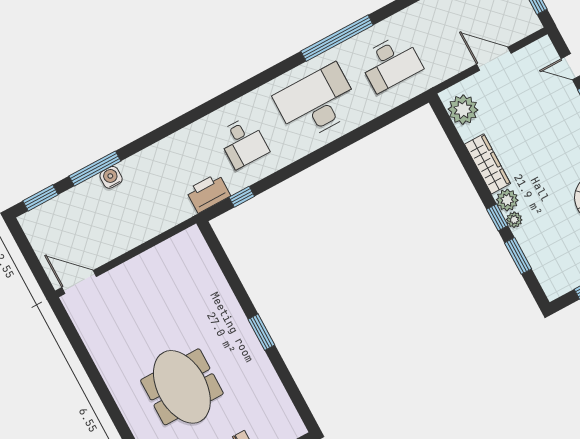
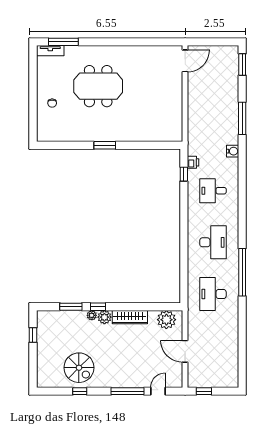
door: (494, 59) -> (185, 351), swing flipped
desk: (317, 103) -> (213, 242), width x0.73, depth x0.77
window: (95, 169) -> (242, 118), moved
water cooler: (111, 177) -> (233, 151), moved
printer: (208, 193) -> (193, 162), width x0.53, depth x0.68

